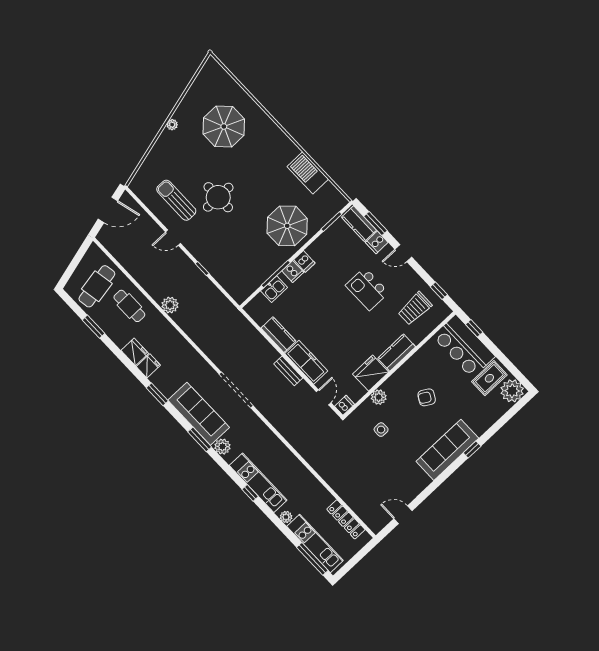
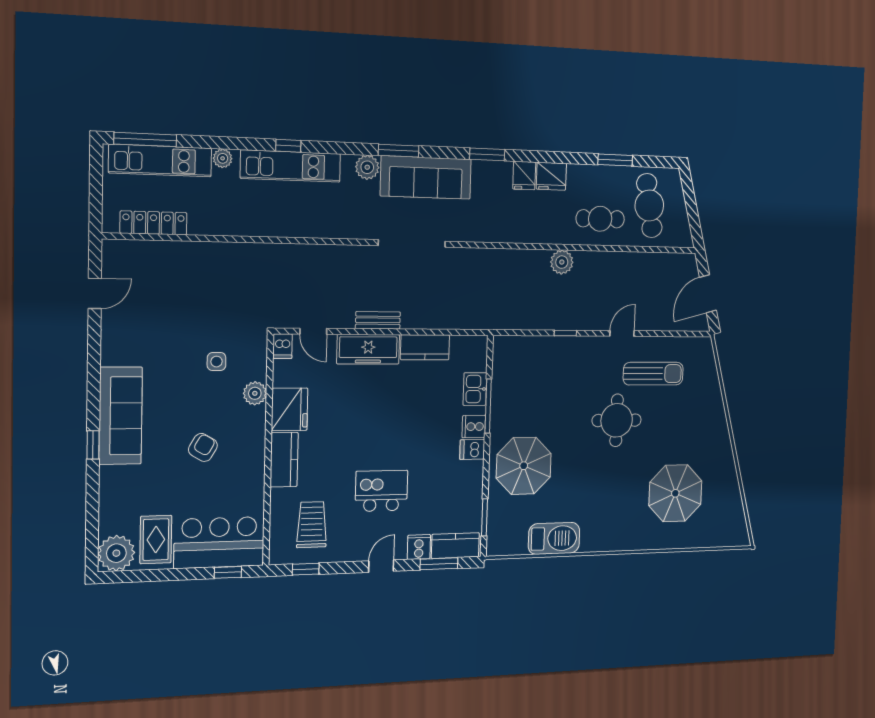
plant: (172, 125) -> (724, 442), removed

